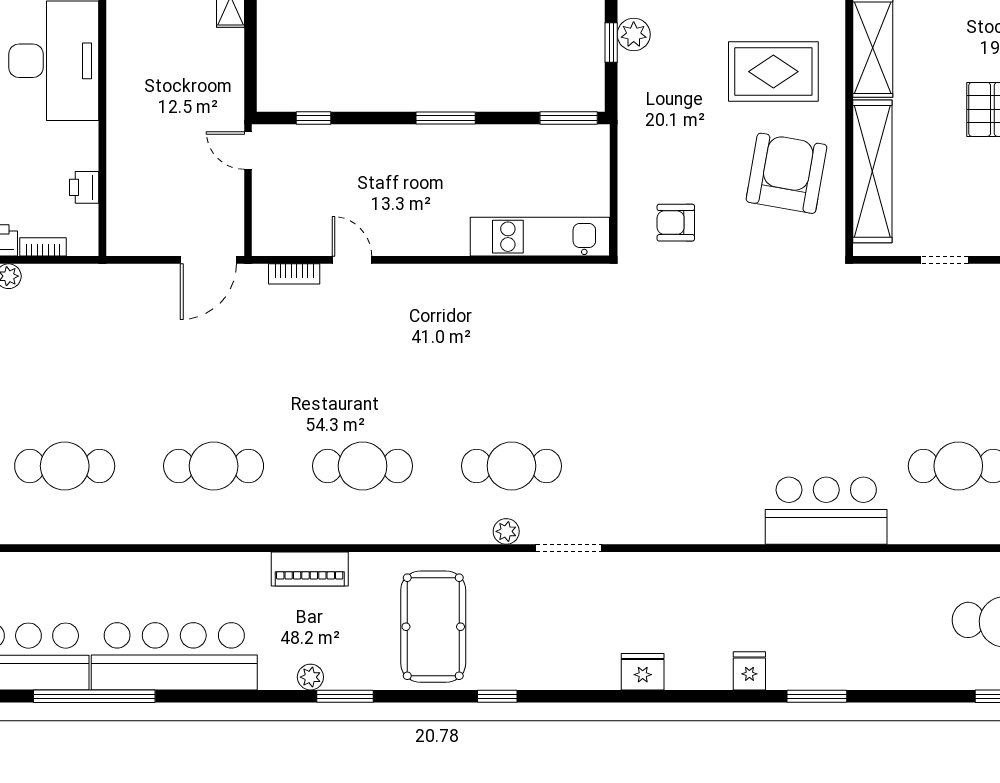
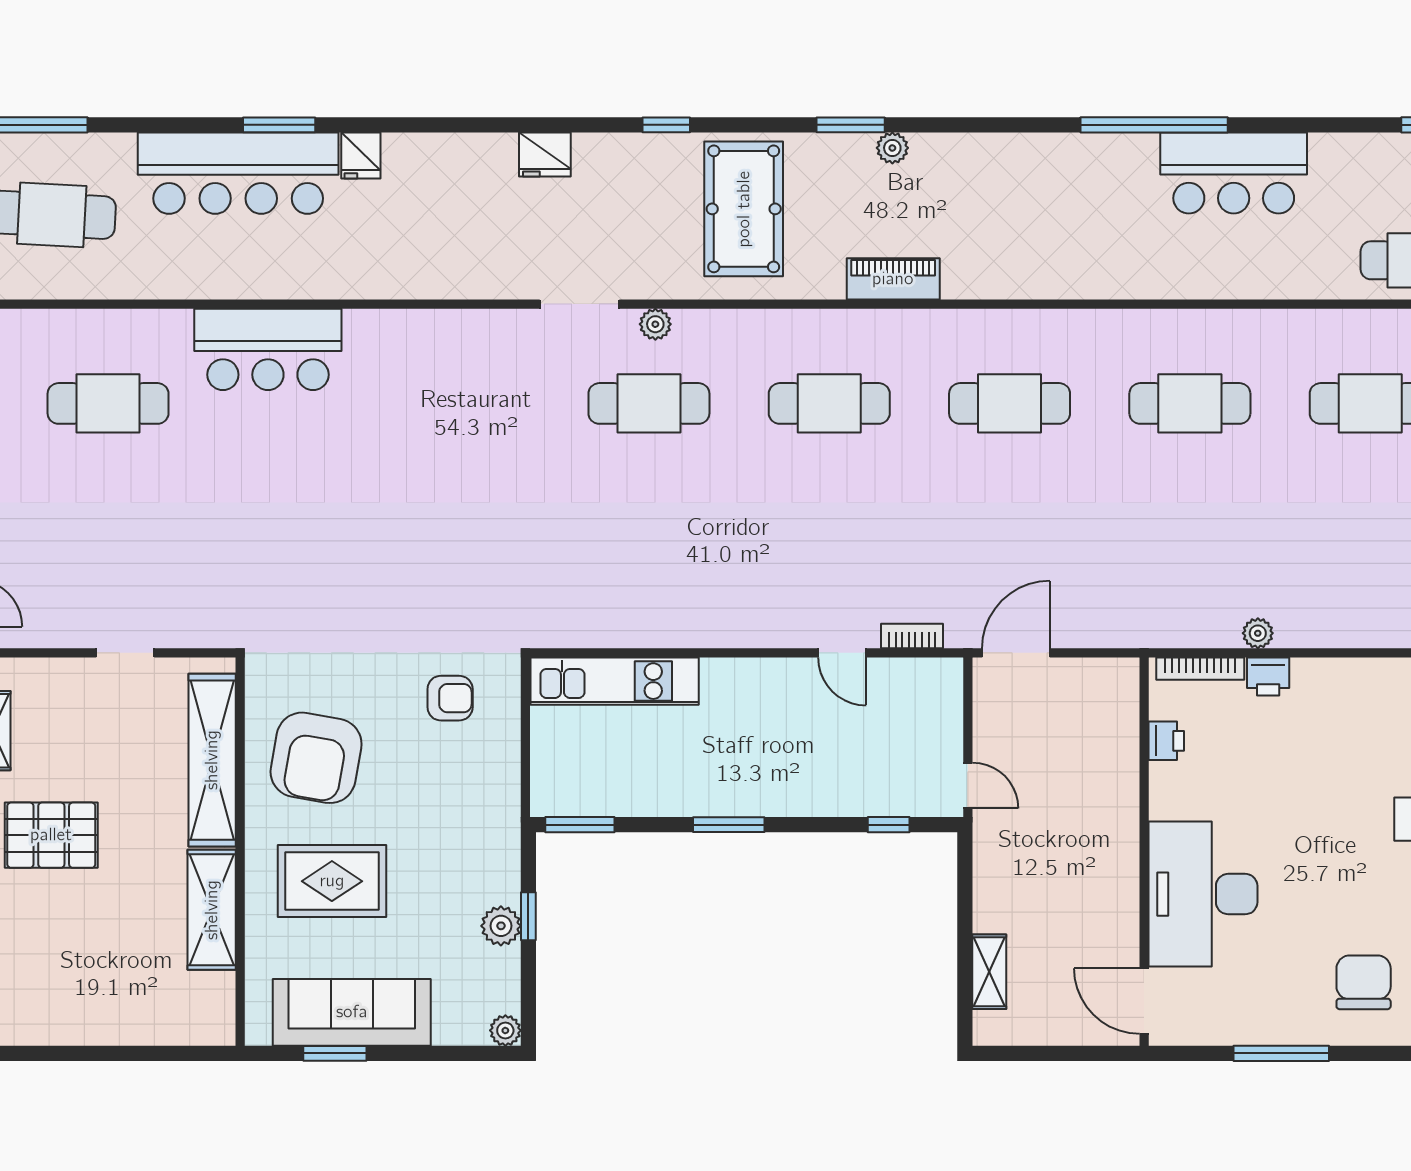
bookcase: (43, 247) -> (1200, 669), width x1.56
bar counter: (174, 656) -> (238, 173), moved
fridge: (643, 672) -> (545, 154), moved

